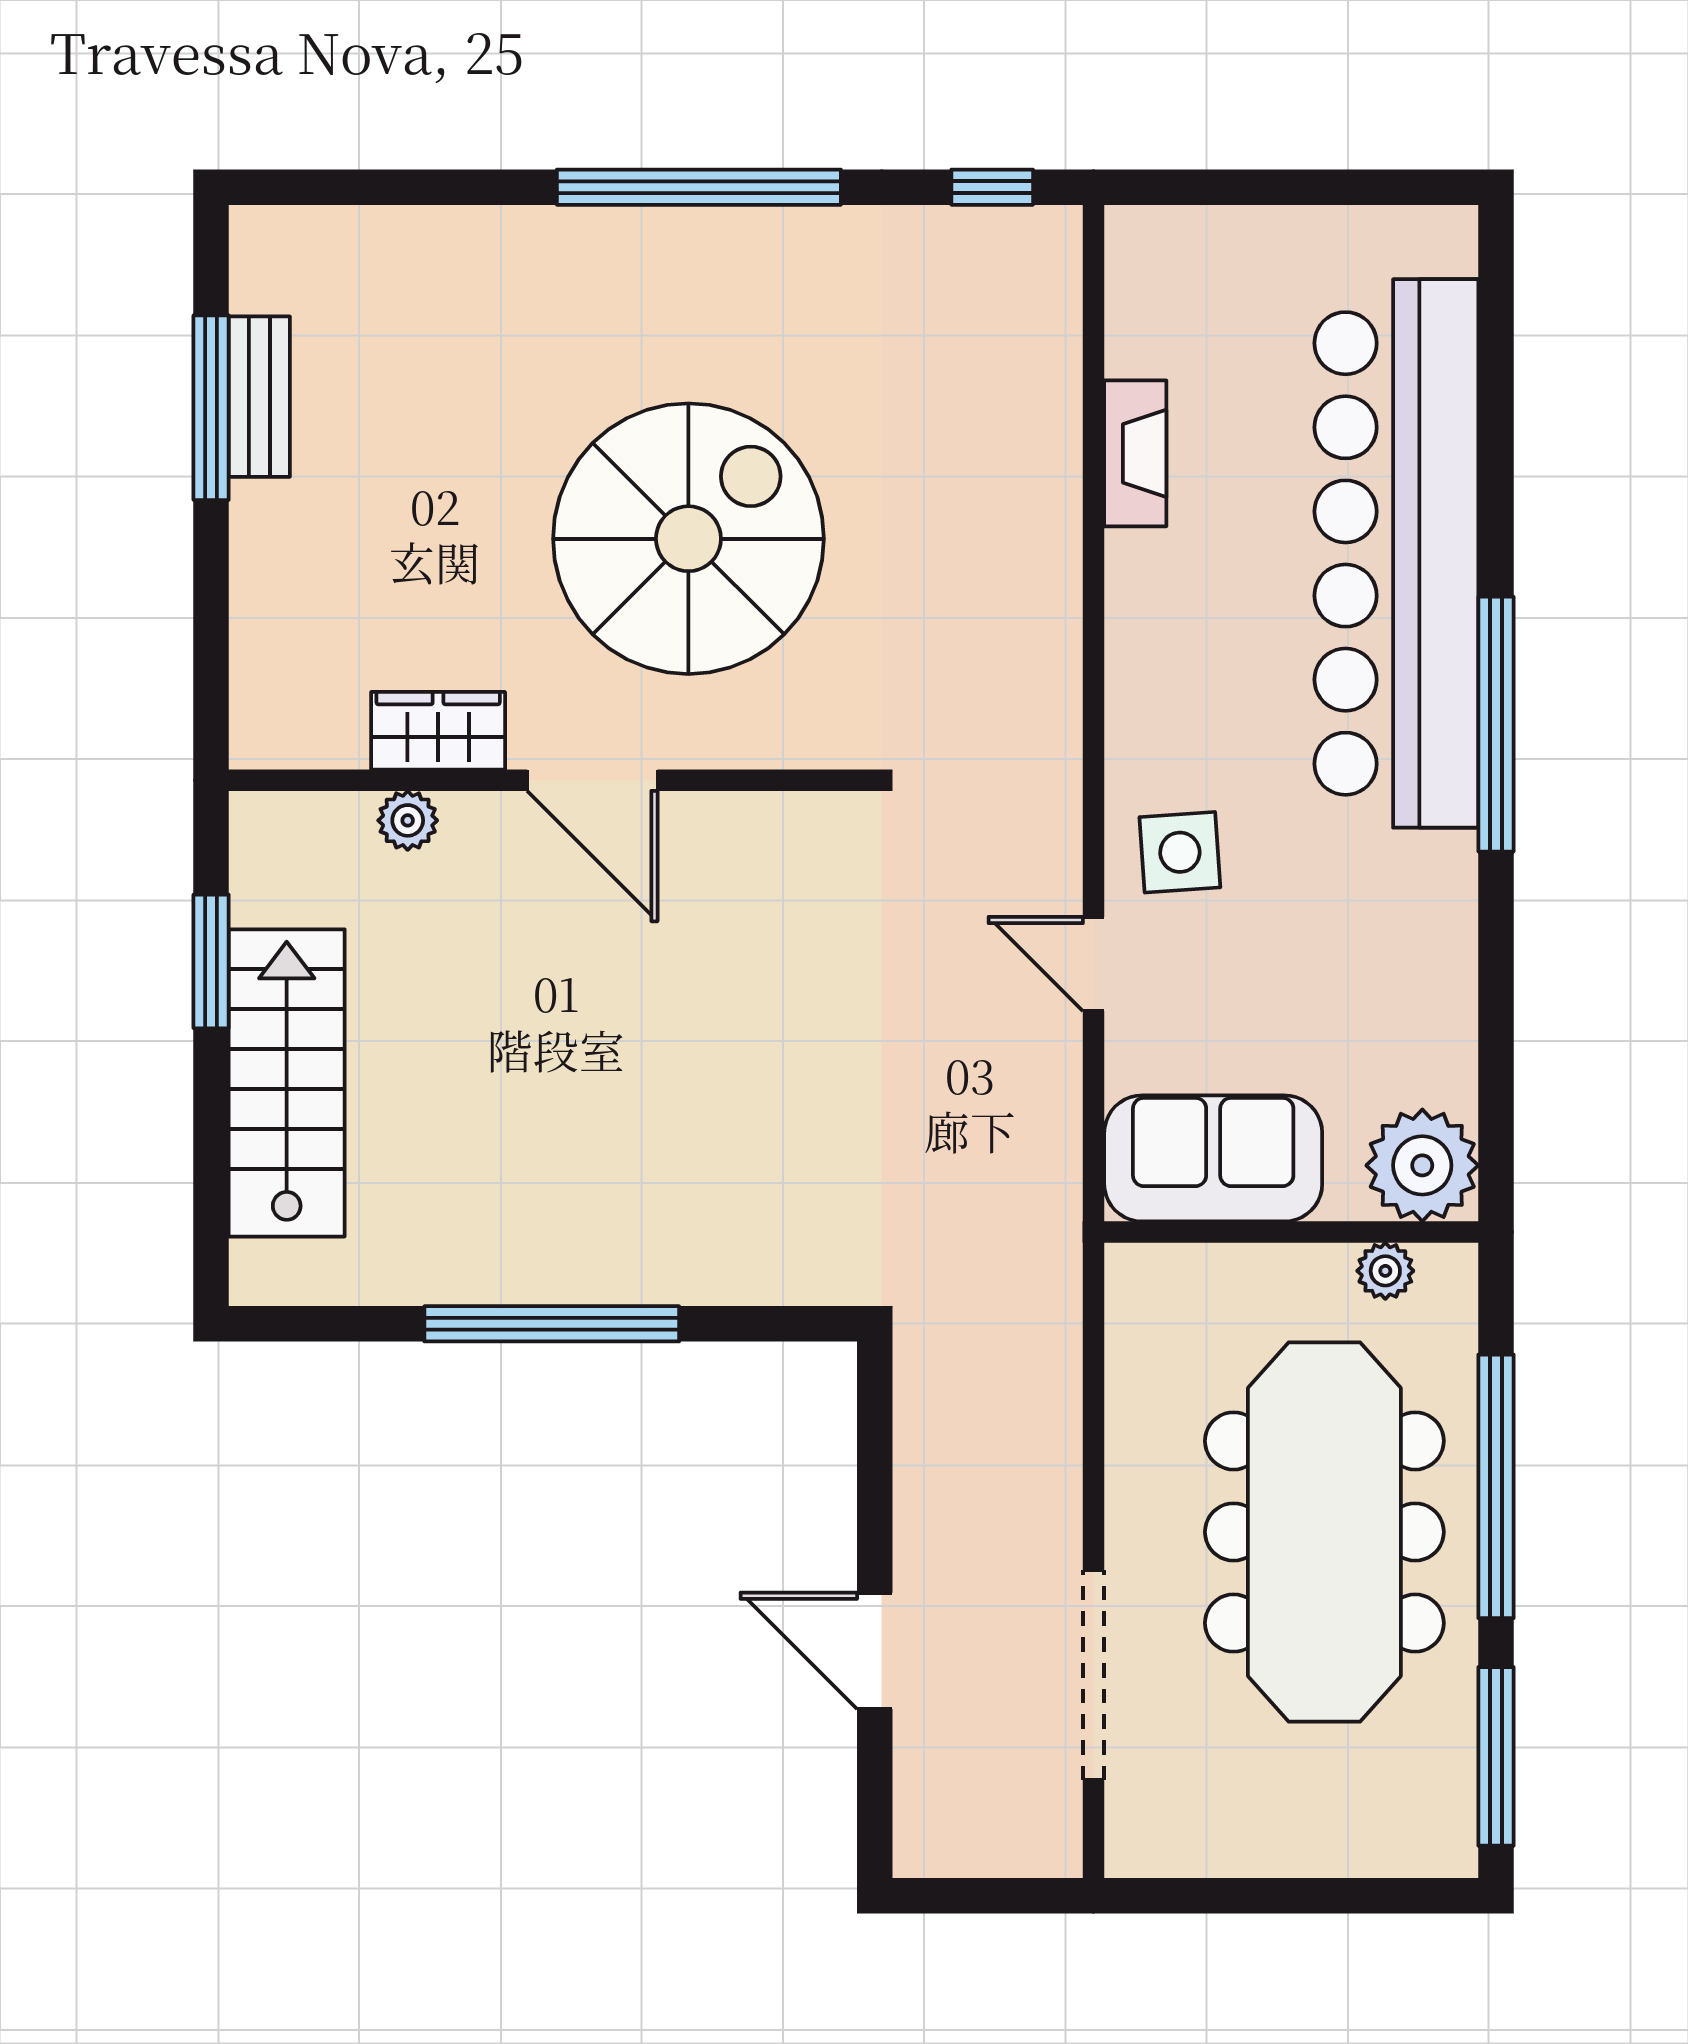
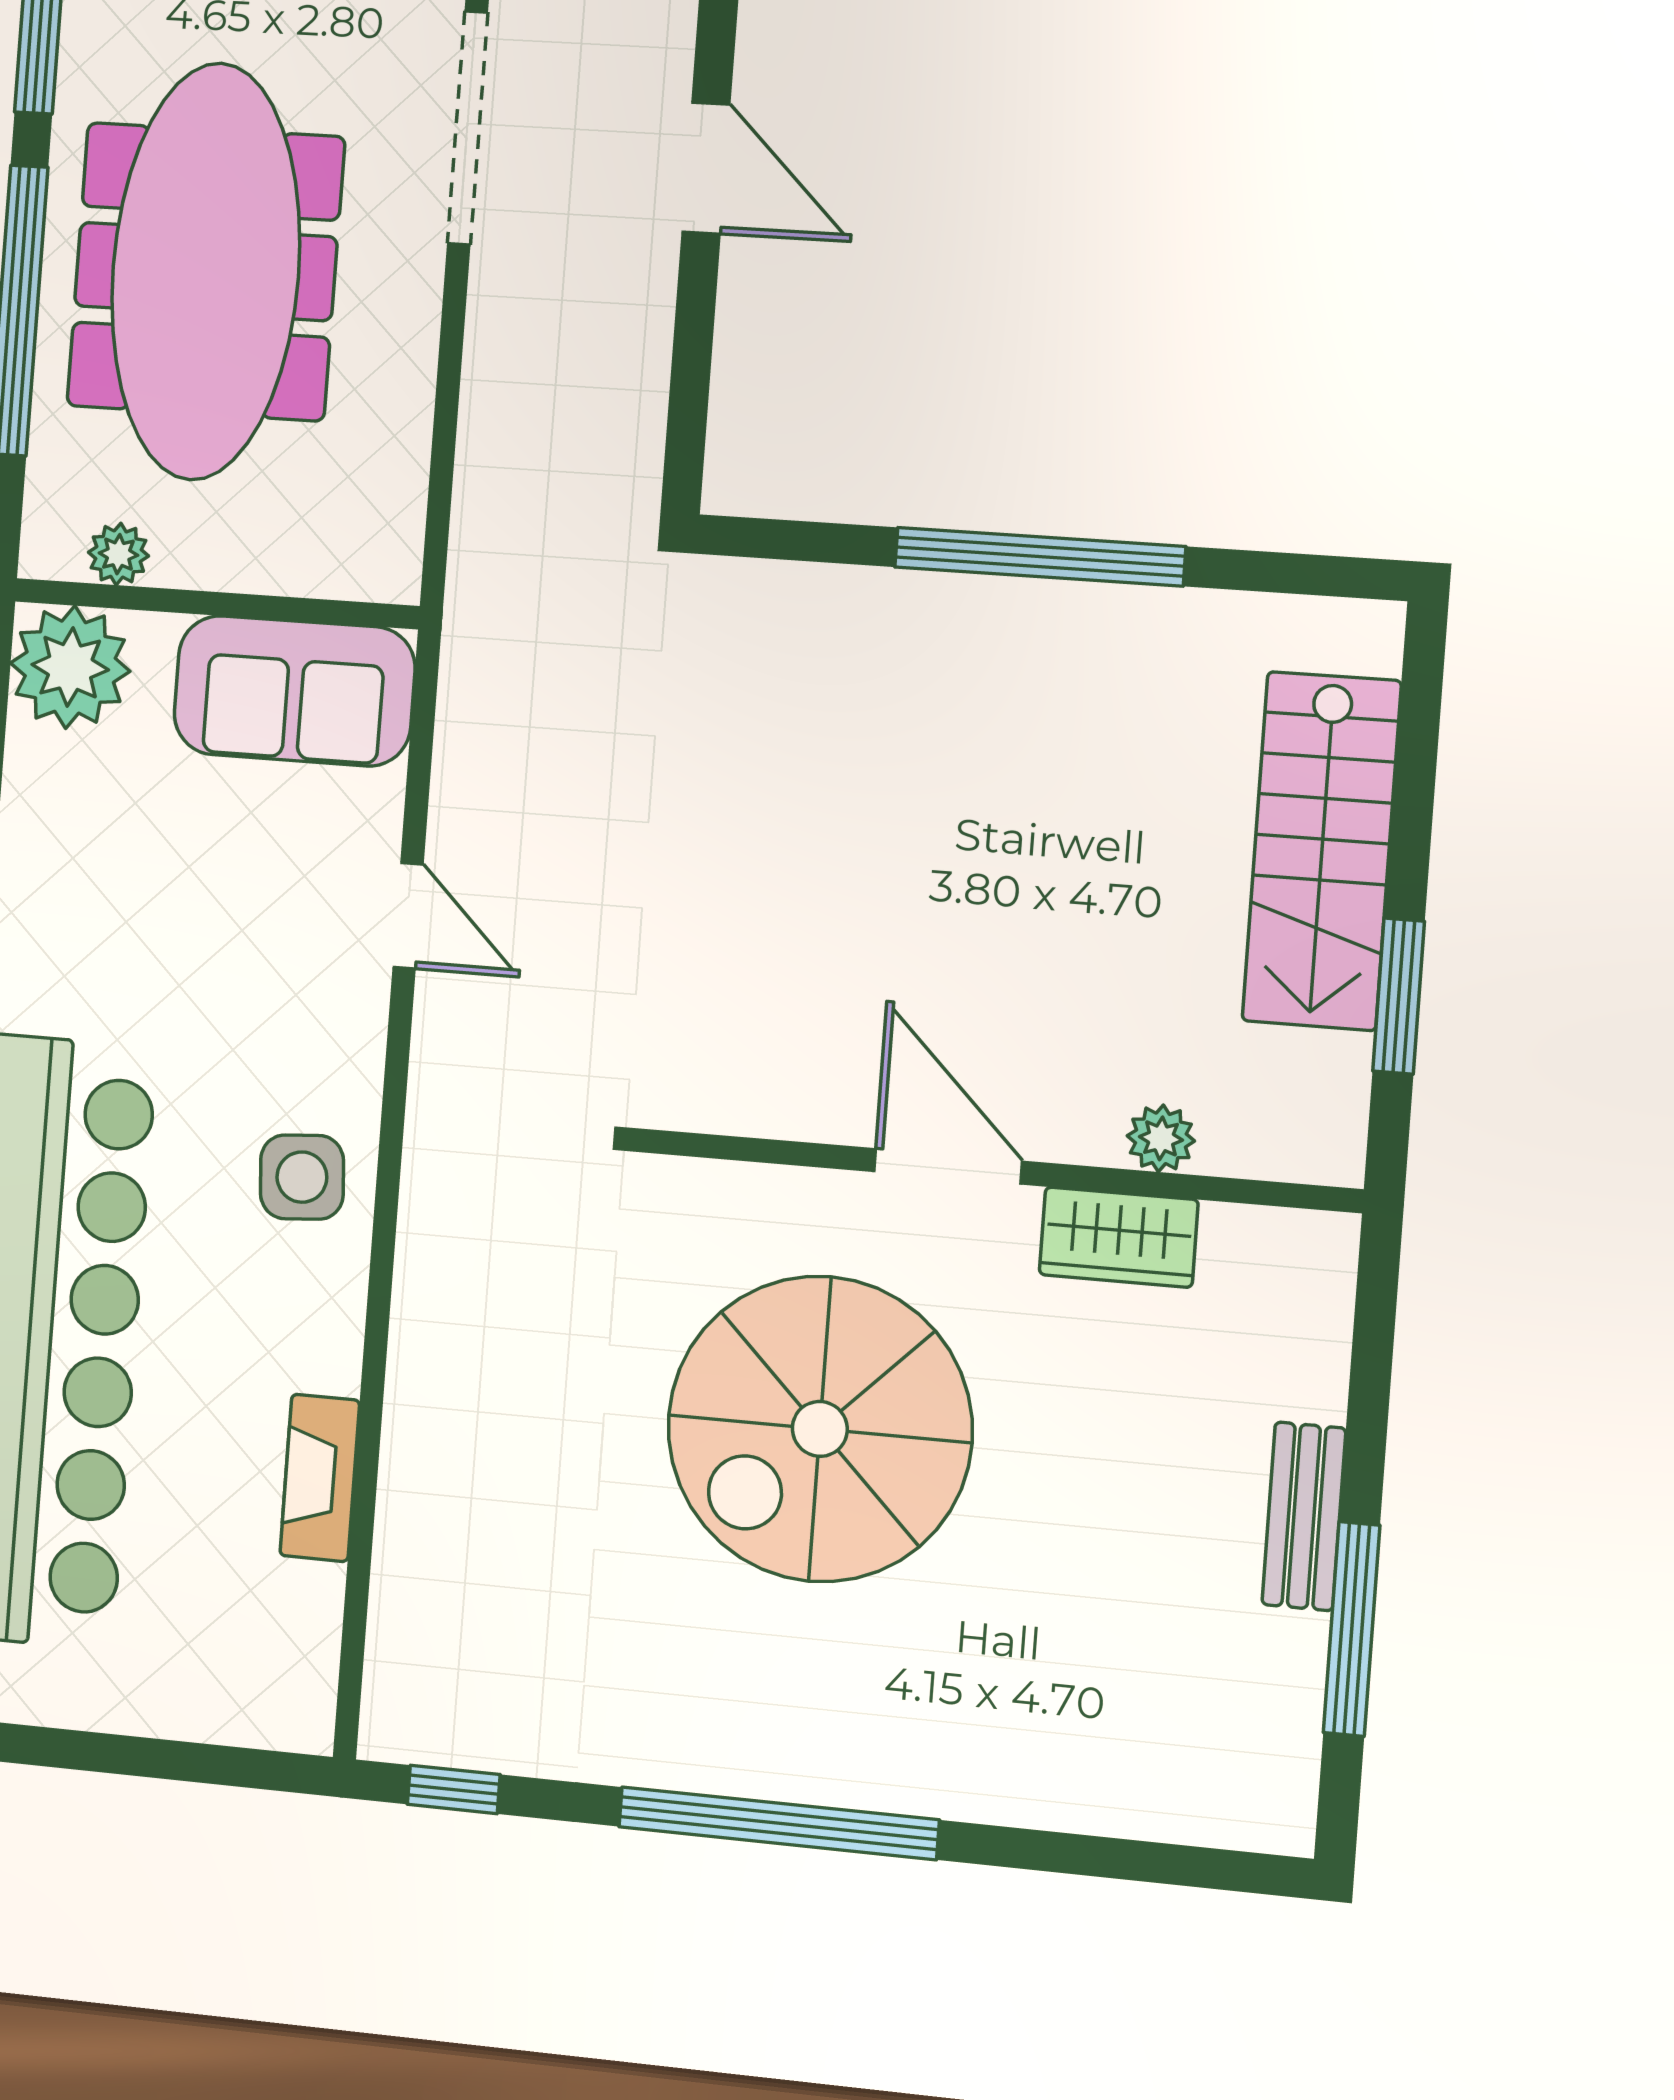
bench: (259, 397) -> (1304, 1516), moved
side table: (1180, 852) -> (302, 1177), moved

